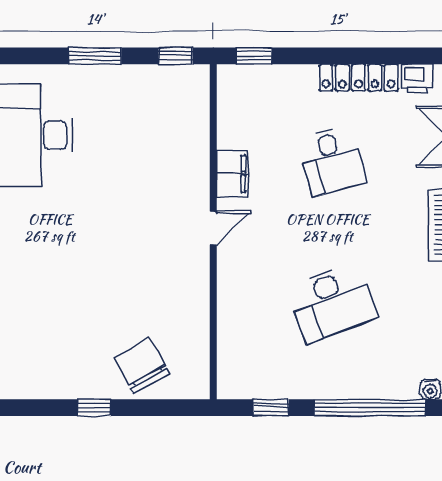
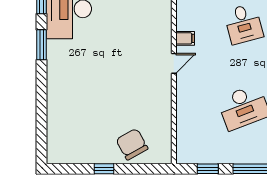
filing cabinet: (232, 174) -> (185, 38), width x0.50

